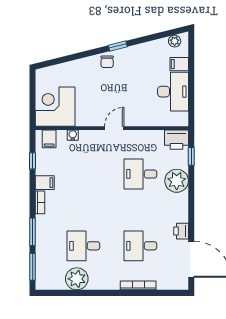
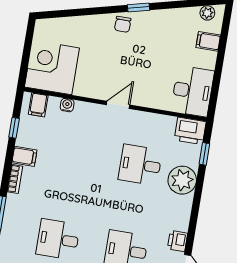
desk: (173, 92) -> (192, 91), moved

